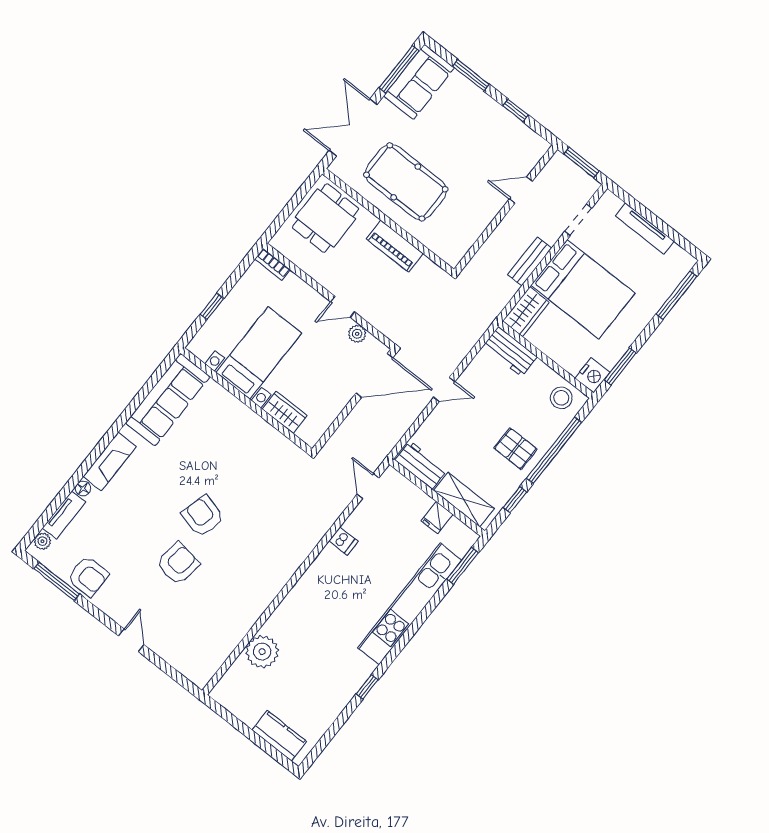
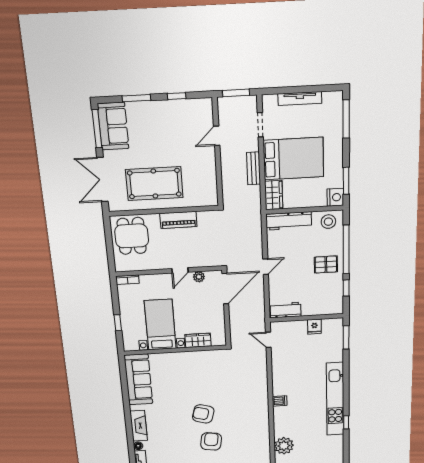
workbench: (510, 351) -> (289, 221), width x1.38
shelving: (464, 500) -> (321, 308), removed
dishwasher: (343, 541) -> (280, 401), moved
kitchen unit: (410, 604) -> (335, 399), moved

